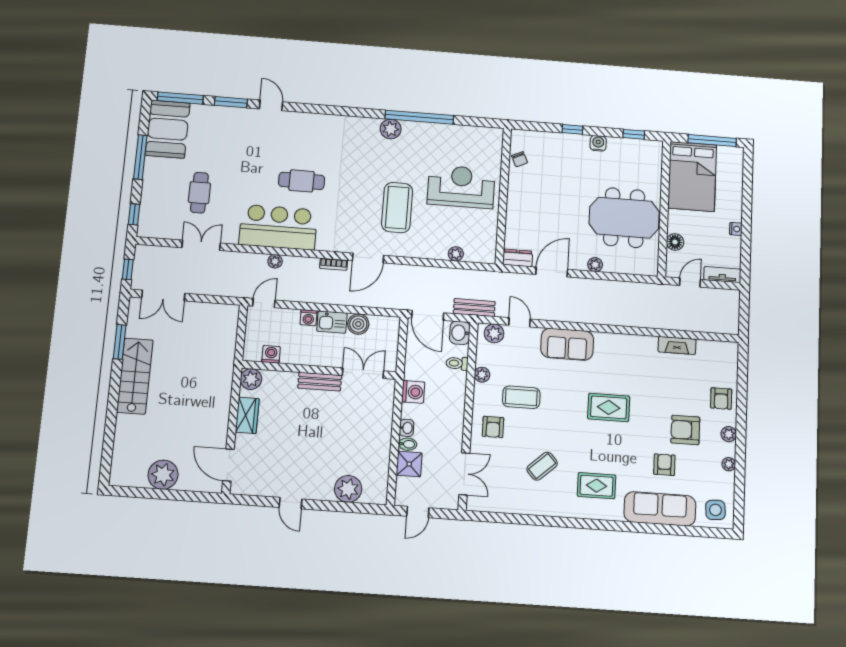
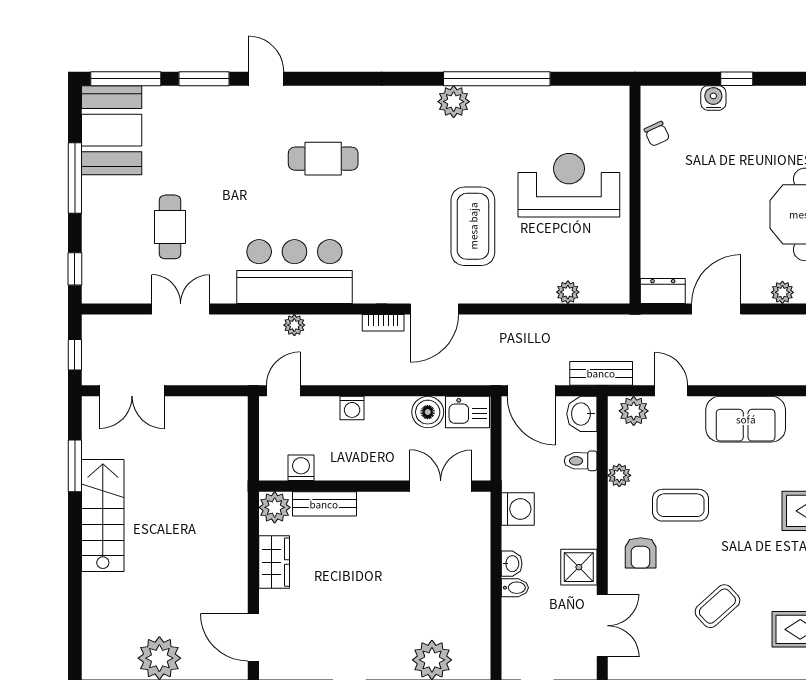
water cooler: (598, 143) -> (713, 98), moved
cafe table: (302, 181) -> (323, 159), moved
kitchen sink: (332, 322) -> (468, 412), moved
bench: (320, 382) -> (324, 504), moved
shower: (409, 464) -> (579, 567), moved

